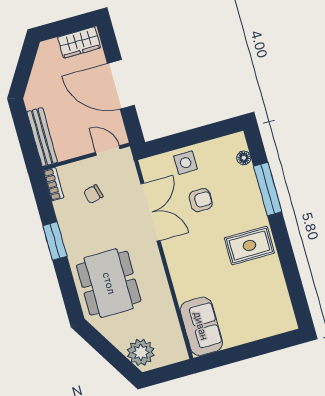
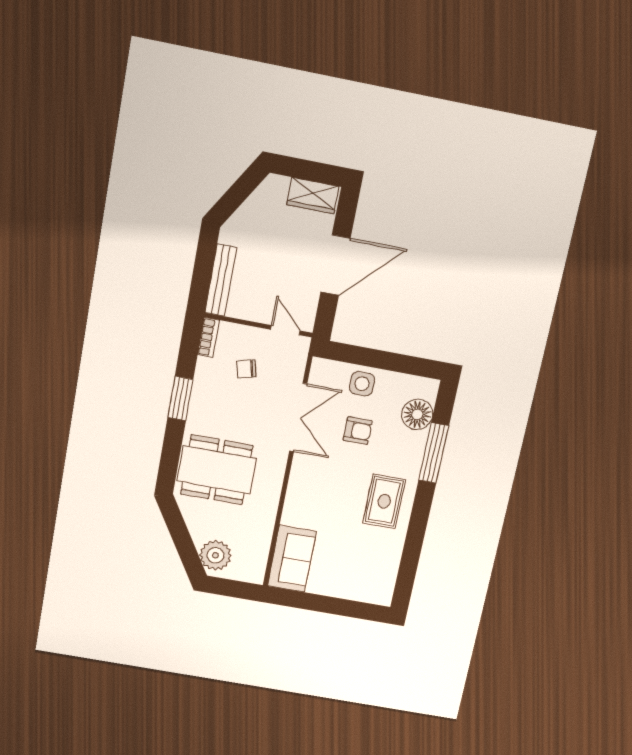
door: (121, 84) -> (335, 265), swing flipped
floor lamp: (244, 158) -> (417, 414), width x1.89, depth x1.89
rug: (249, 245) -> (384, 501), turned 90
dining table: (109, 283) -> (217, 470), turned 90

